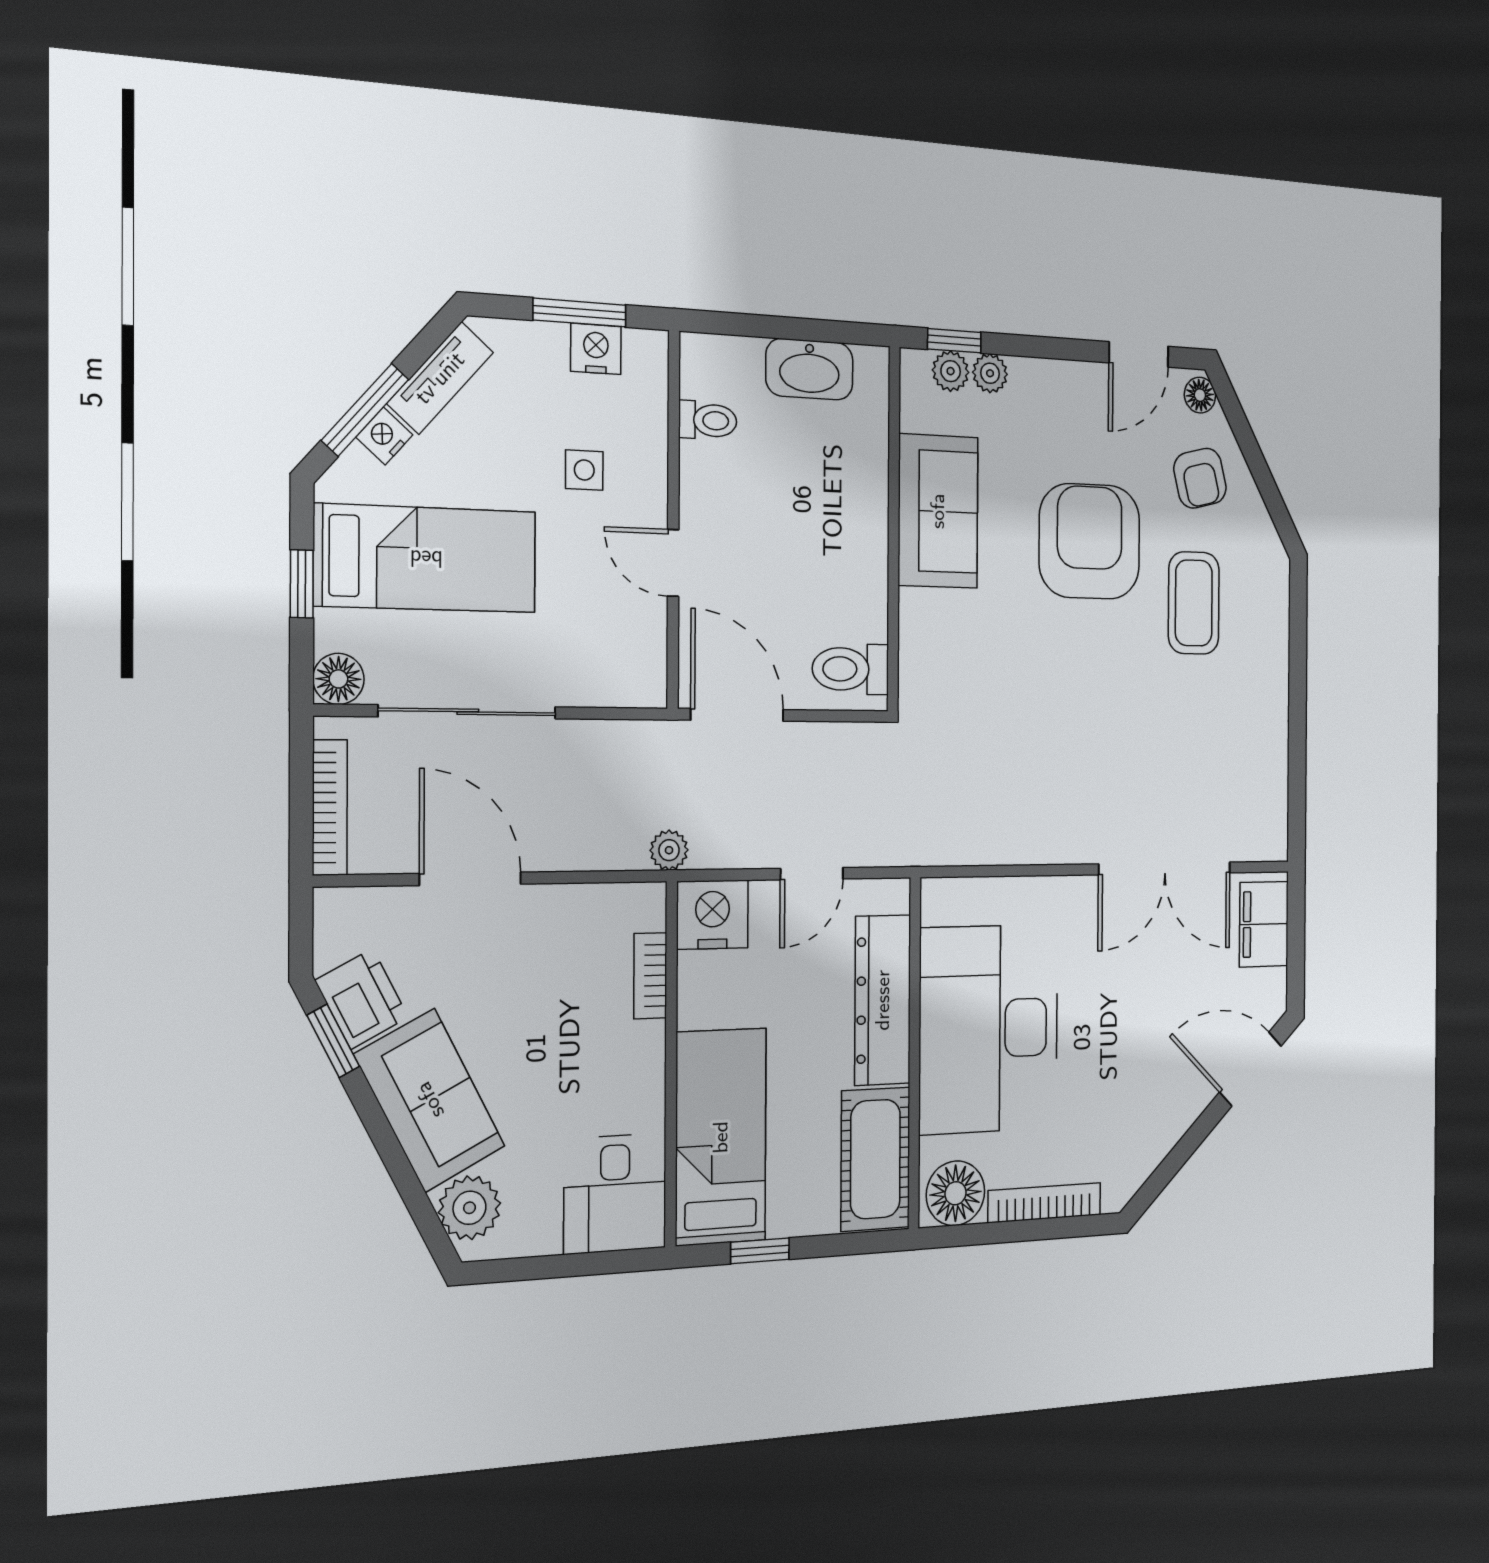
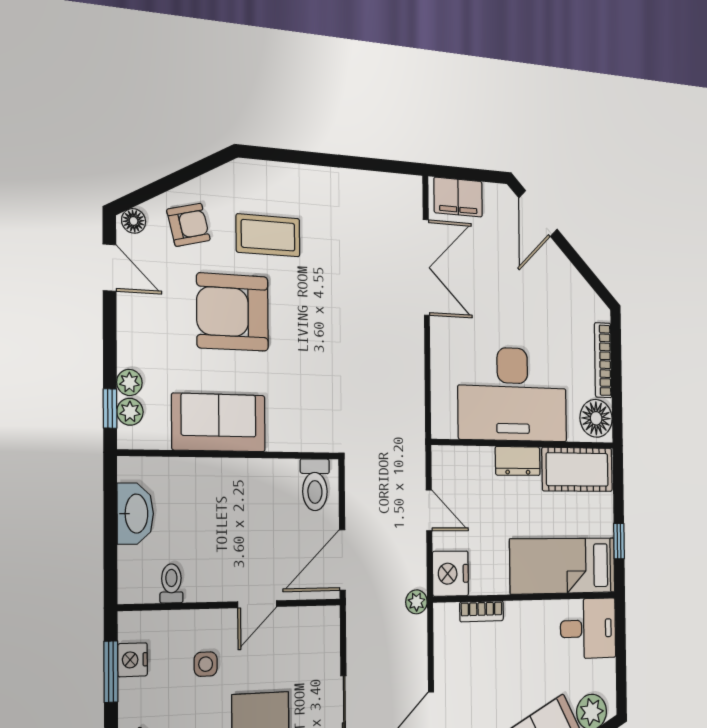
dresser: (883, 1000) -> (518, 461), width x0.51, depth x0.80

